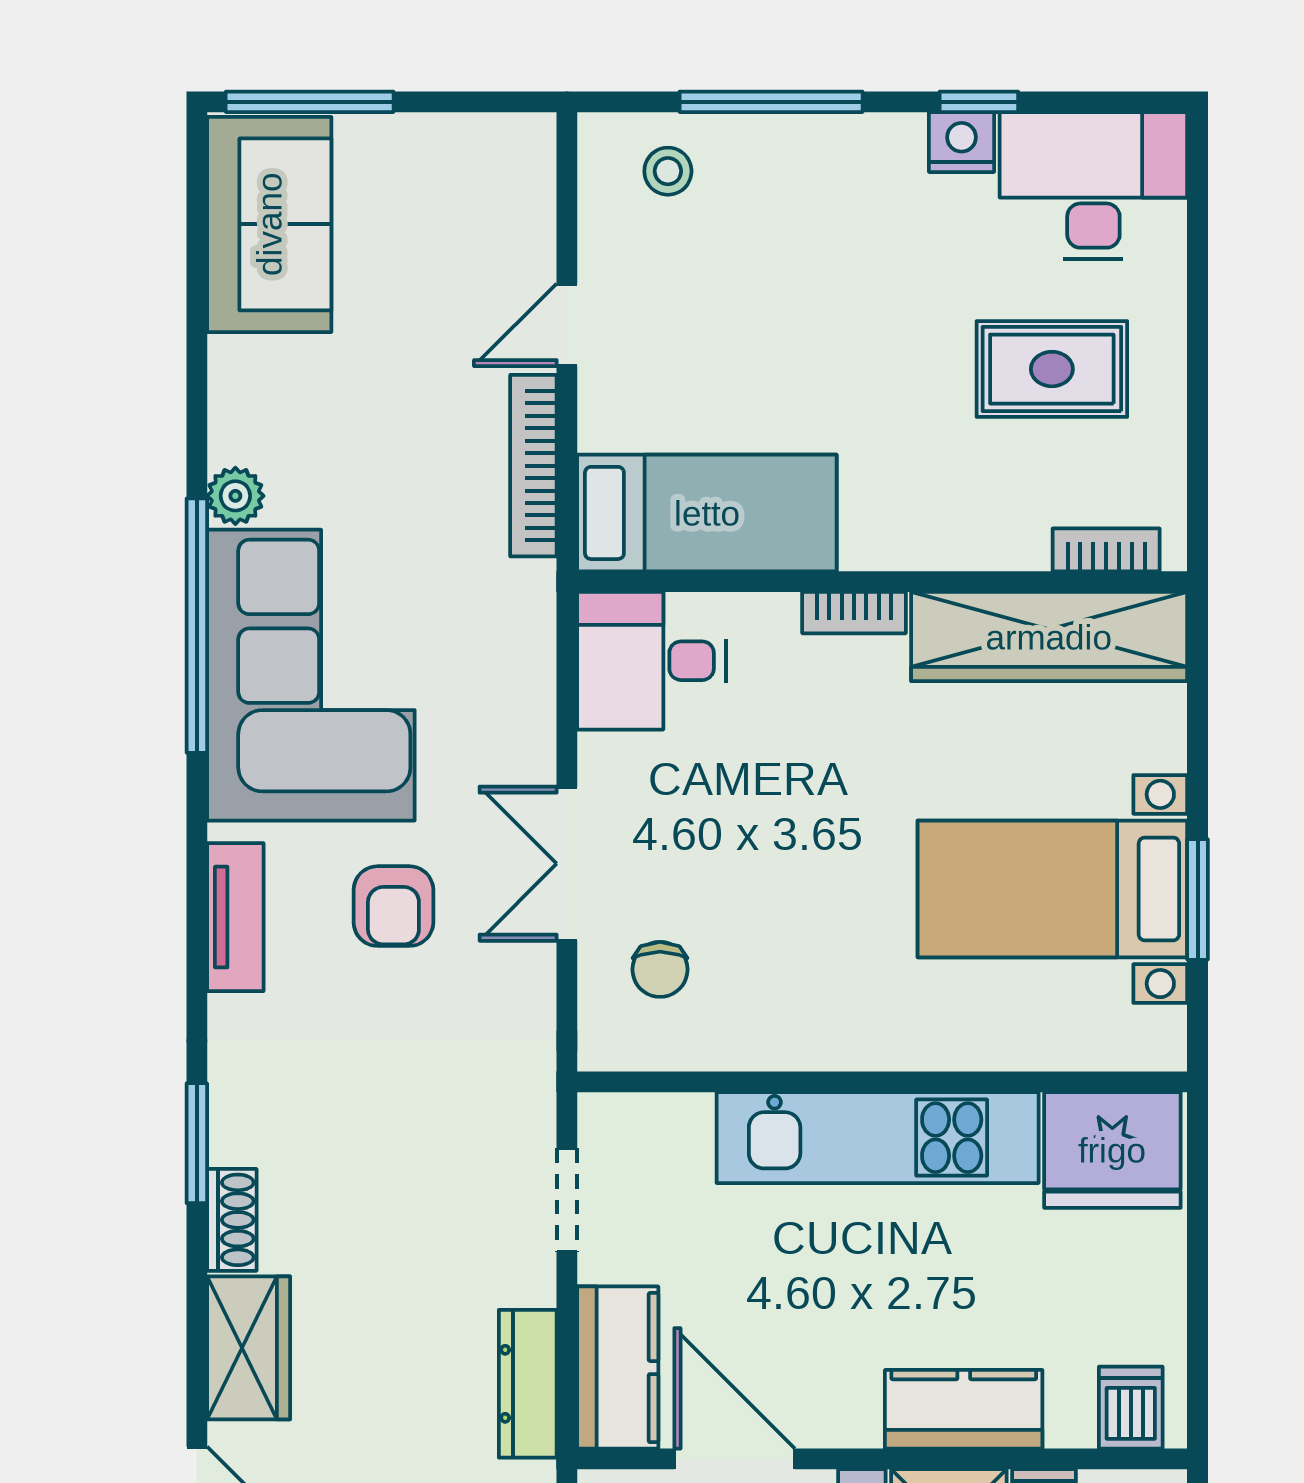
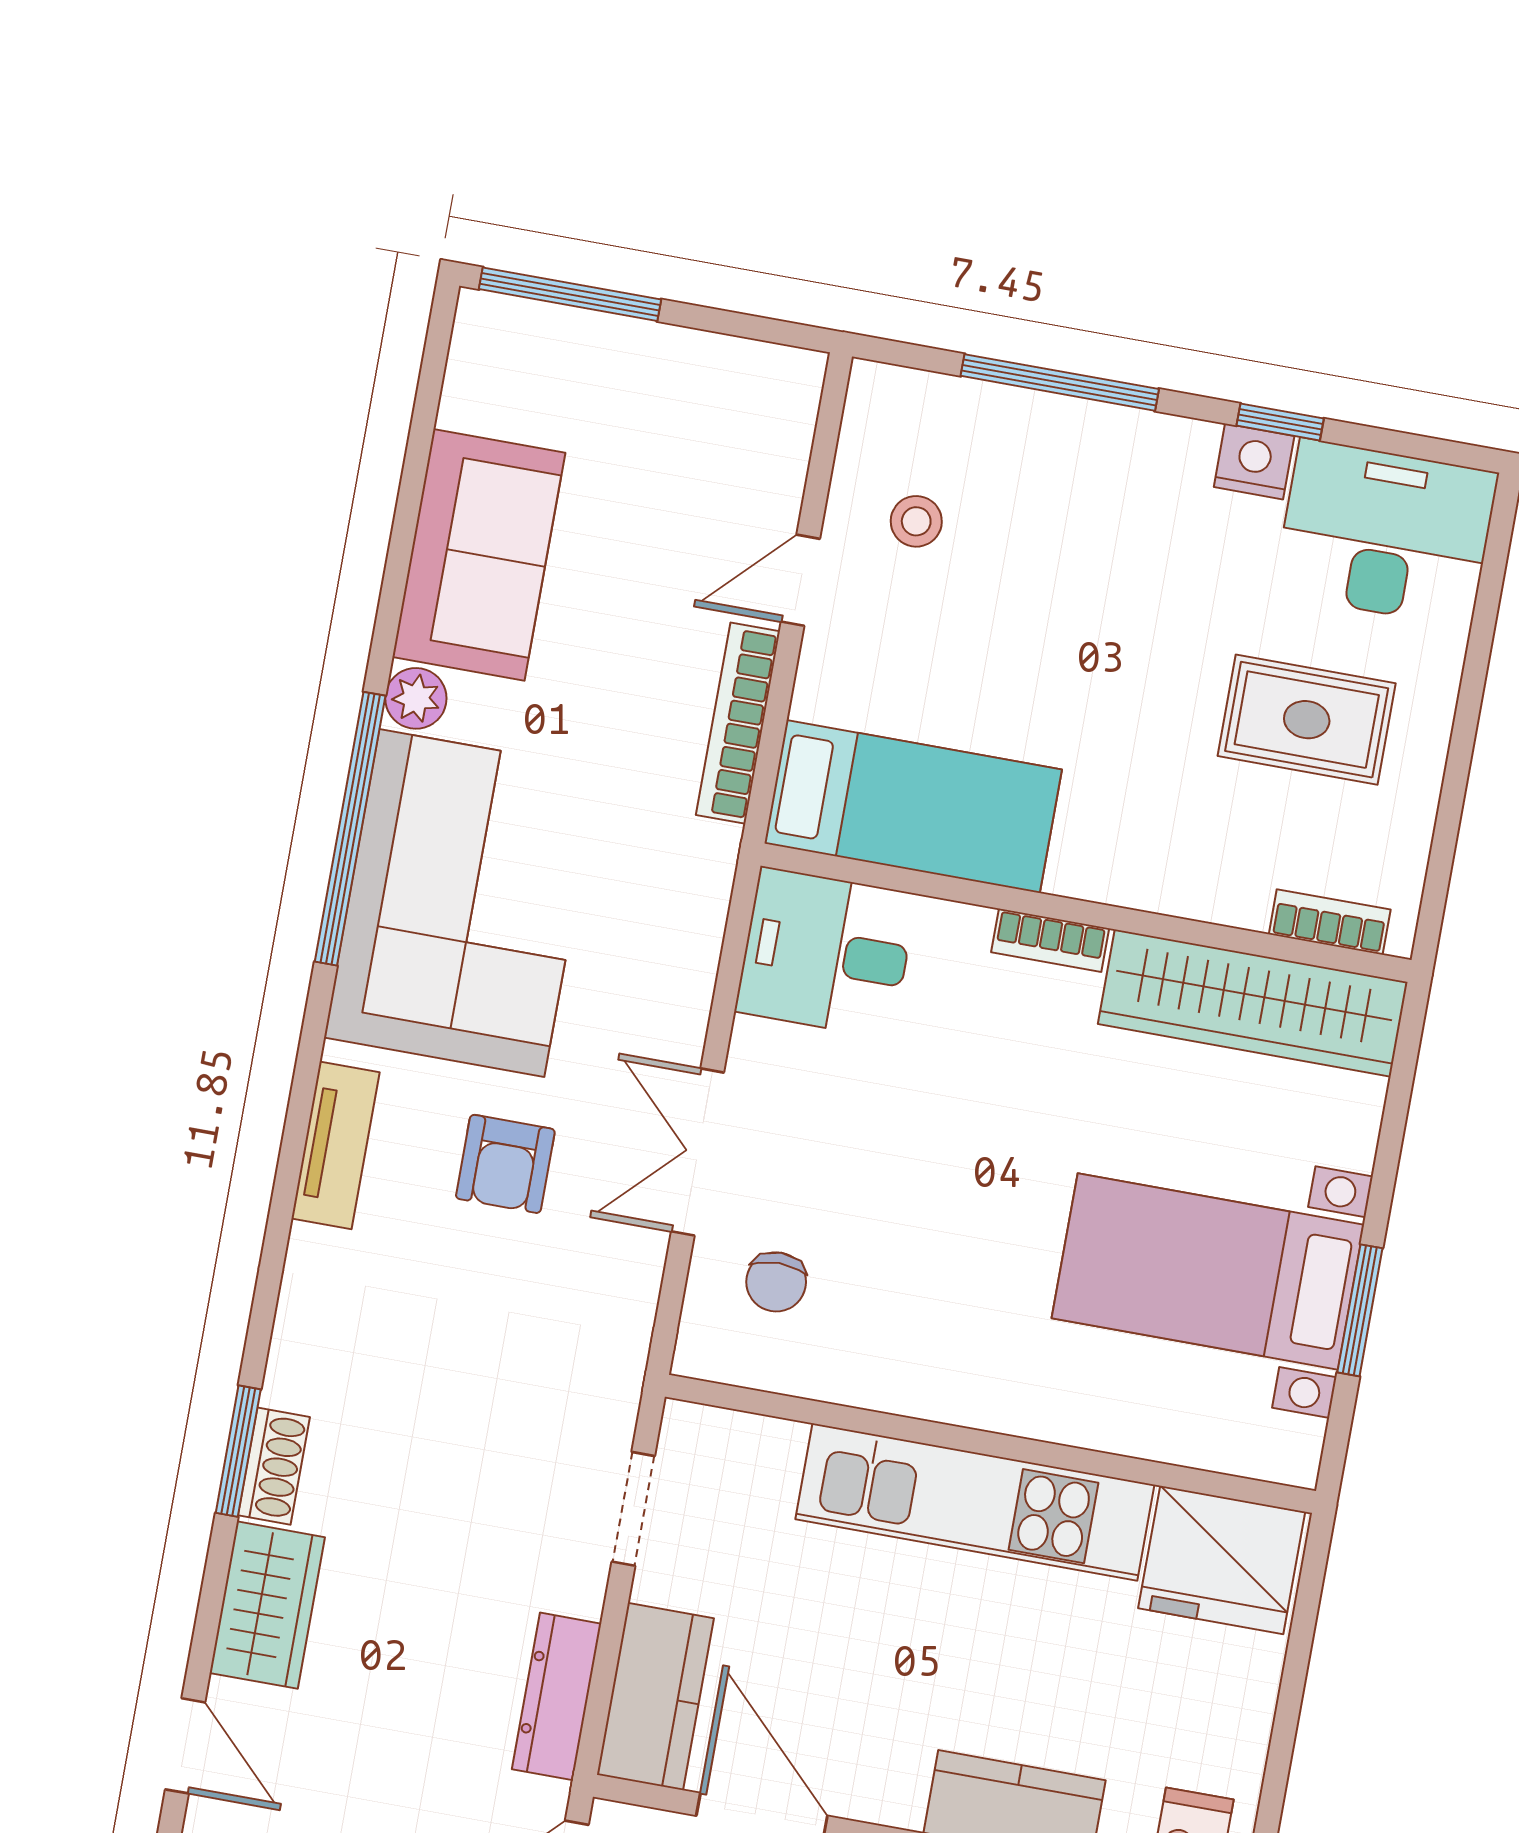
stool: (668, 171) -> (916, 521), moved
sofa: (269, 224) -> (479, 555), moved
window: (197, 1143) -> (238, 1451), moved

